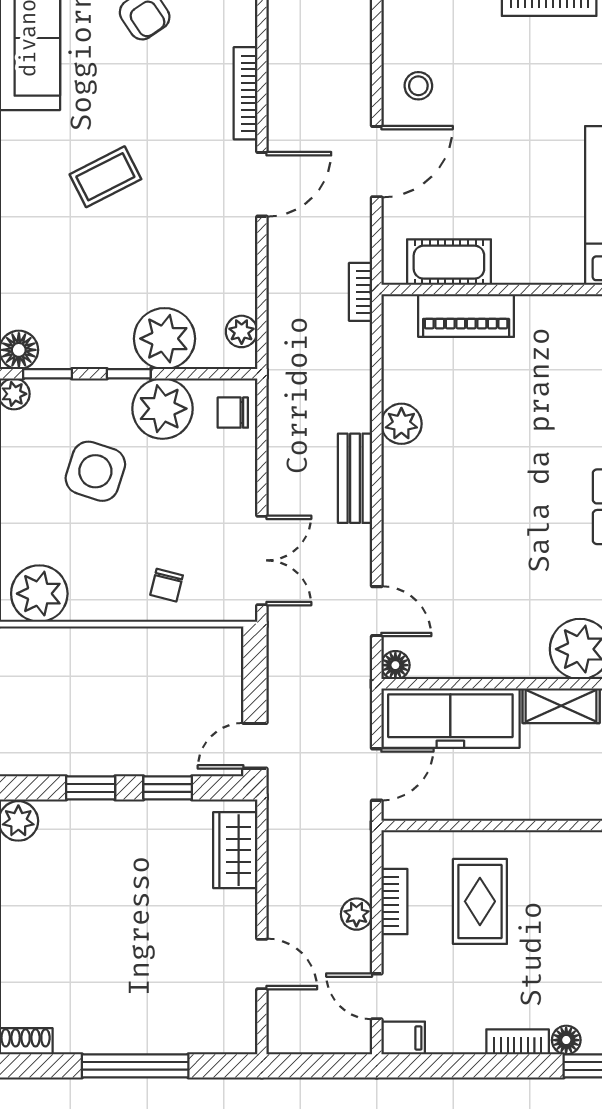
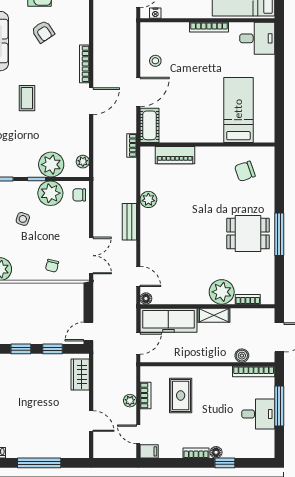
coffee table: (105, 177) -> (27, 98), turned -63
cot: (449, 262) -> (149, 125), moved, turned 90
side table: (95, 471) -> (23, 219), width x0.54, depth x0.54

